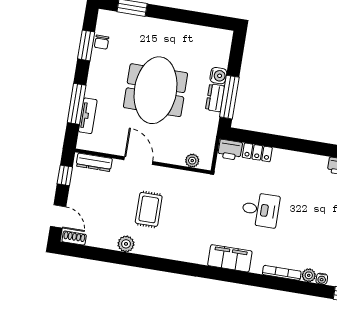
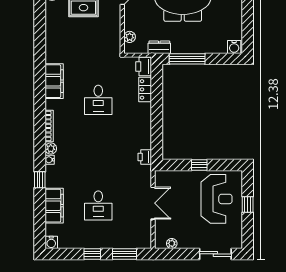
water cooler: (218, 76) -> (234, 47), moved
dresser: (215, 98) -> (159, 47), moved

